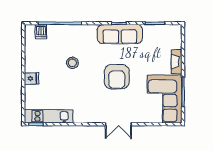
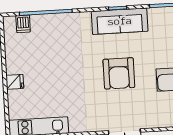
stool: (72, 63) -> (64, 60), removed

